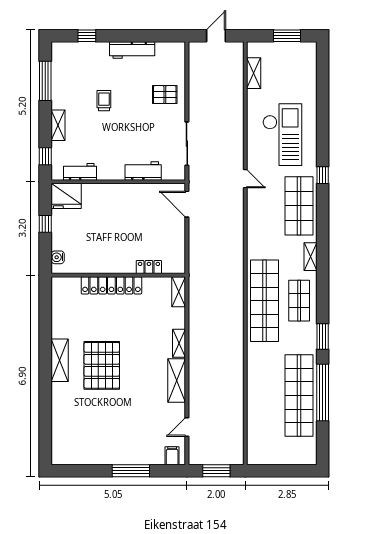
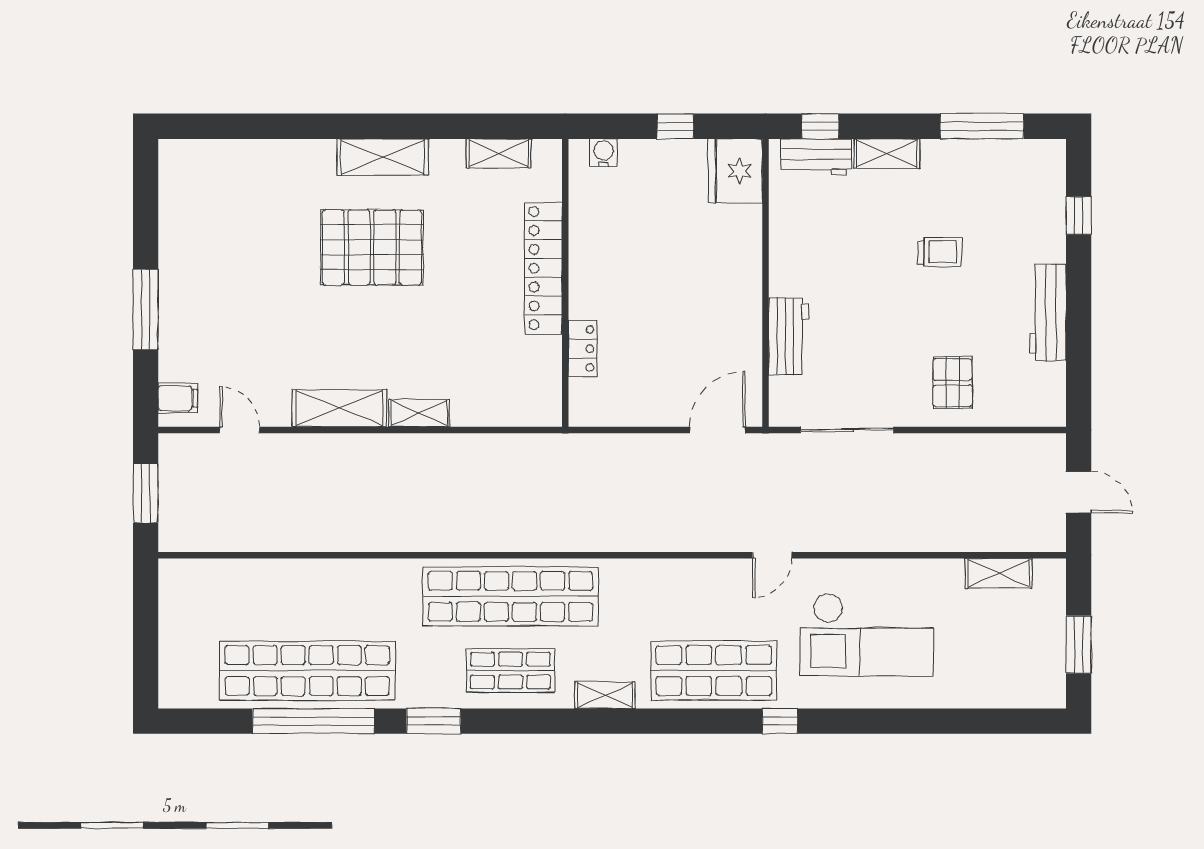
workbench: (80, 172) -> (816, 157), moved, turned 90
shelving: (179, 292) -> (499, 153), moved

